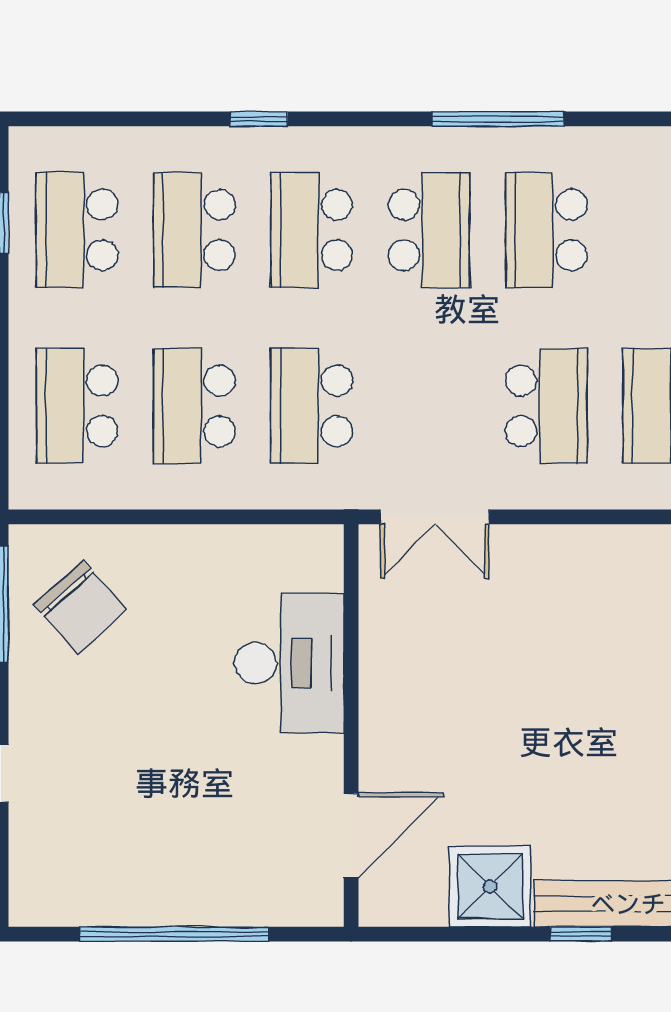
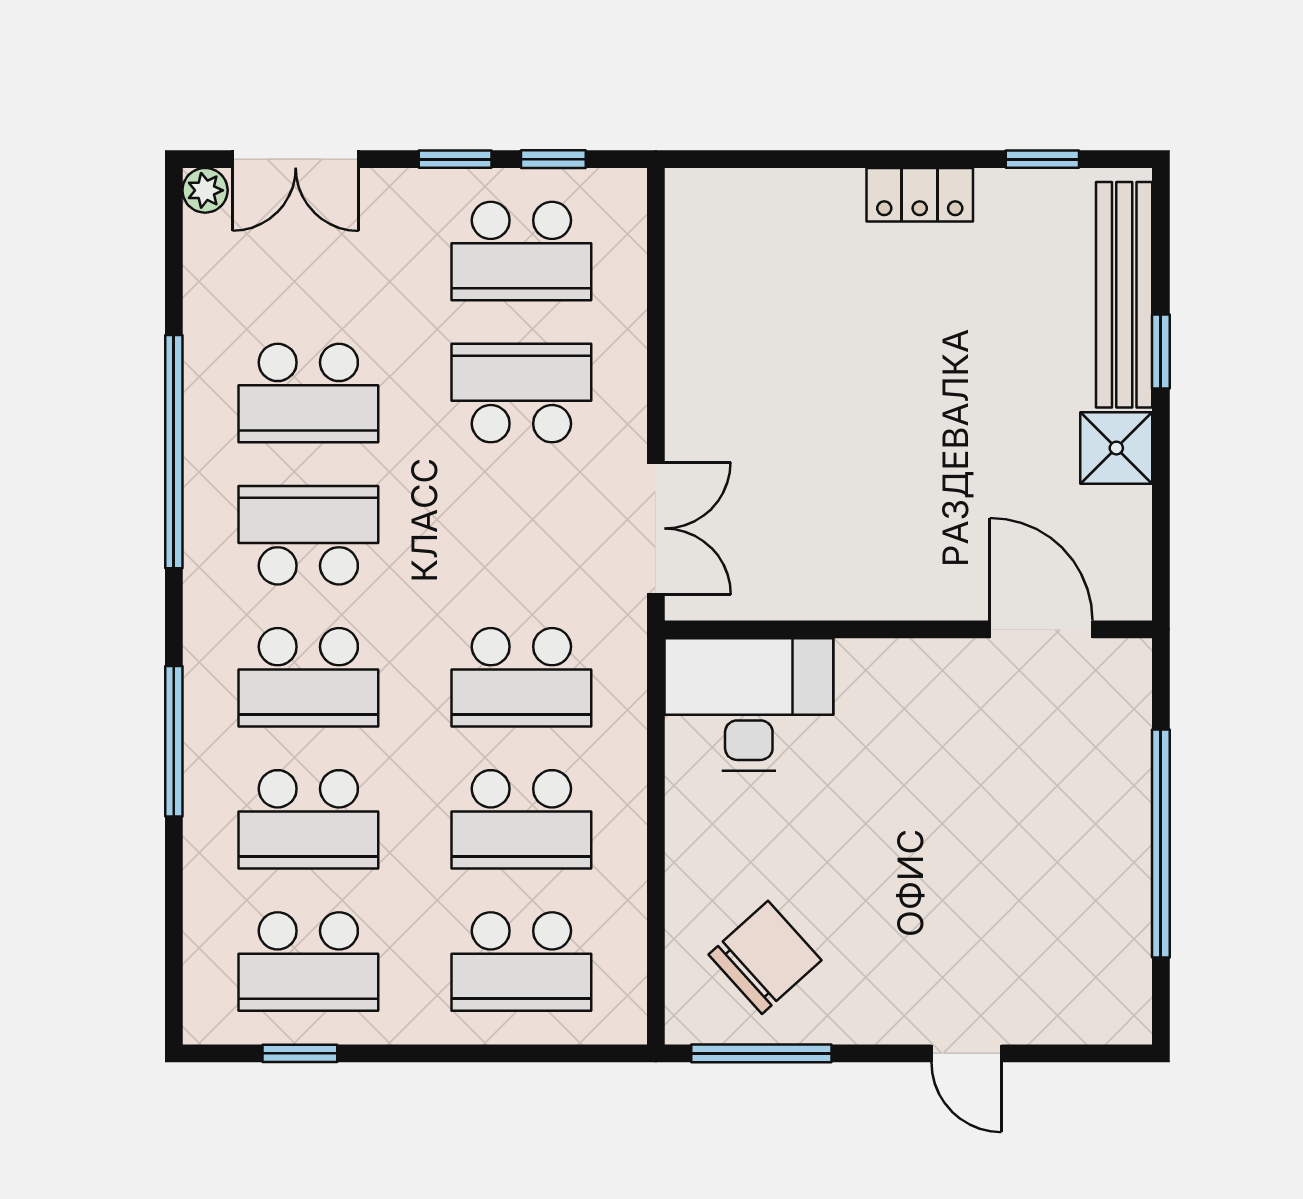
window: (259, 119) -> (174, 741), width x2.17
window: (498, 119) -> (174, 452), width x1.46
desk: (289, 663) -> (749, 704), moved
shower: (490, 886) -> (1116, 448), width x0.73, depth x0.73

